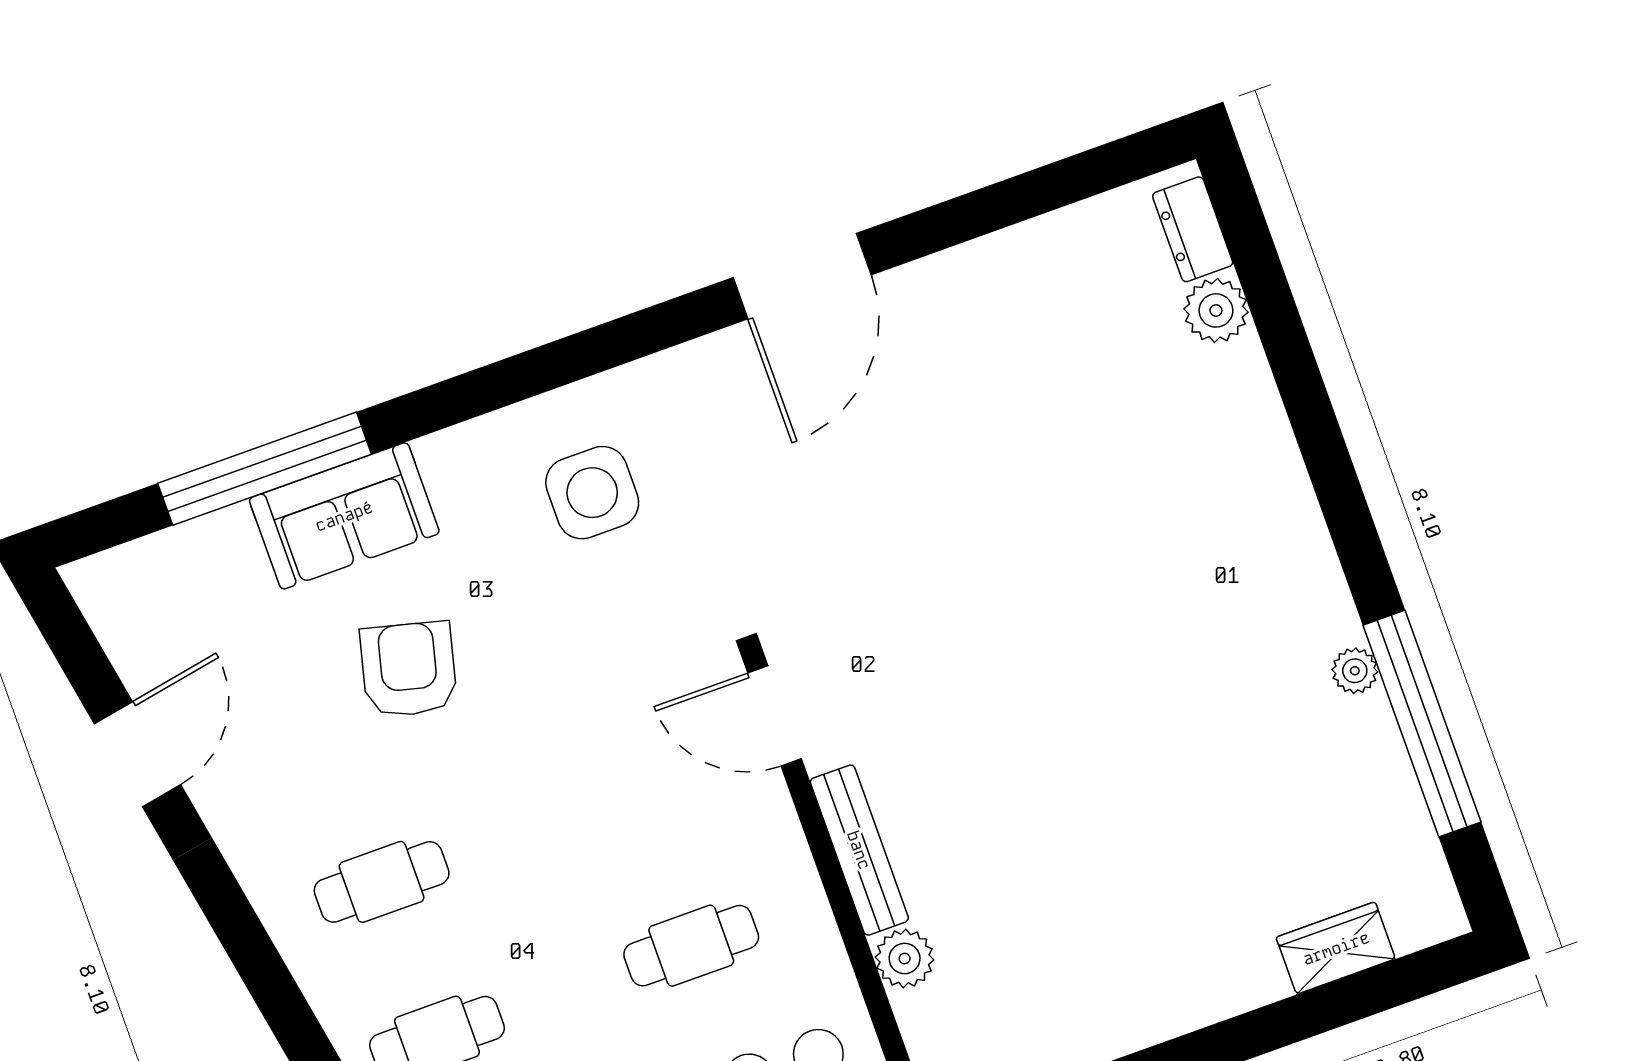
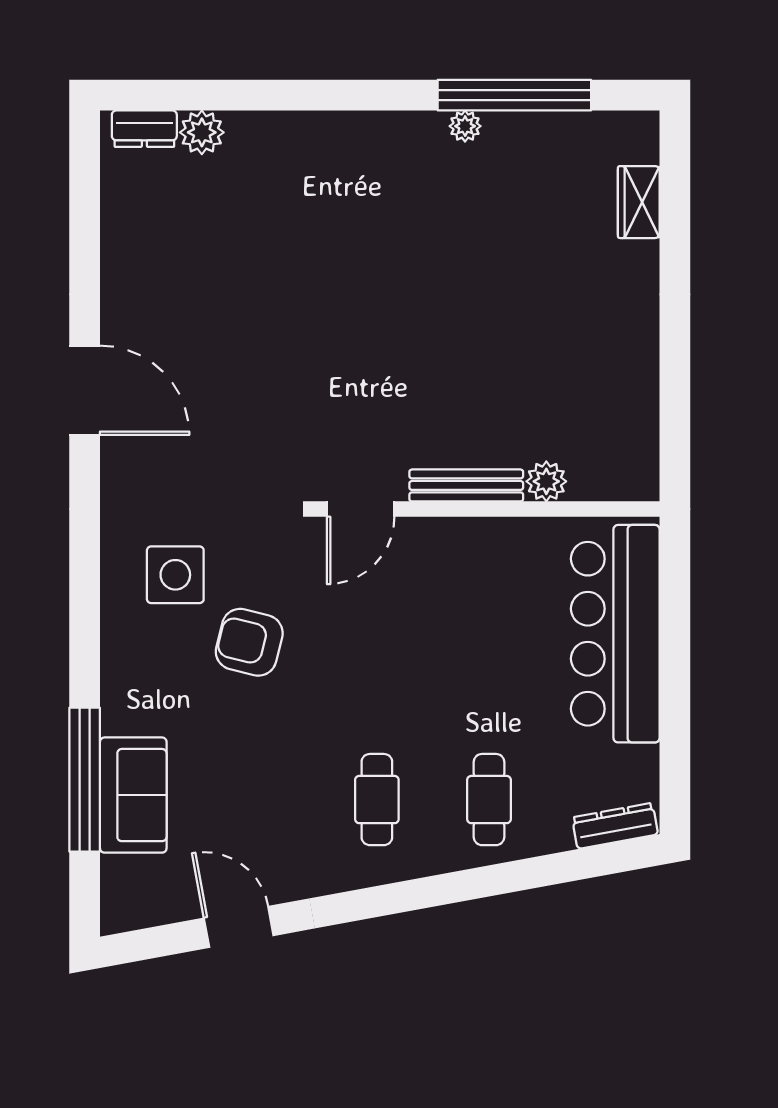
sofa: (344, 516) -> (133, 795), moved
armchair: (409, 669) -> (249, 642), moved
cafe table: (691, 946) -> (489, 615), removed

